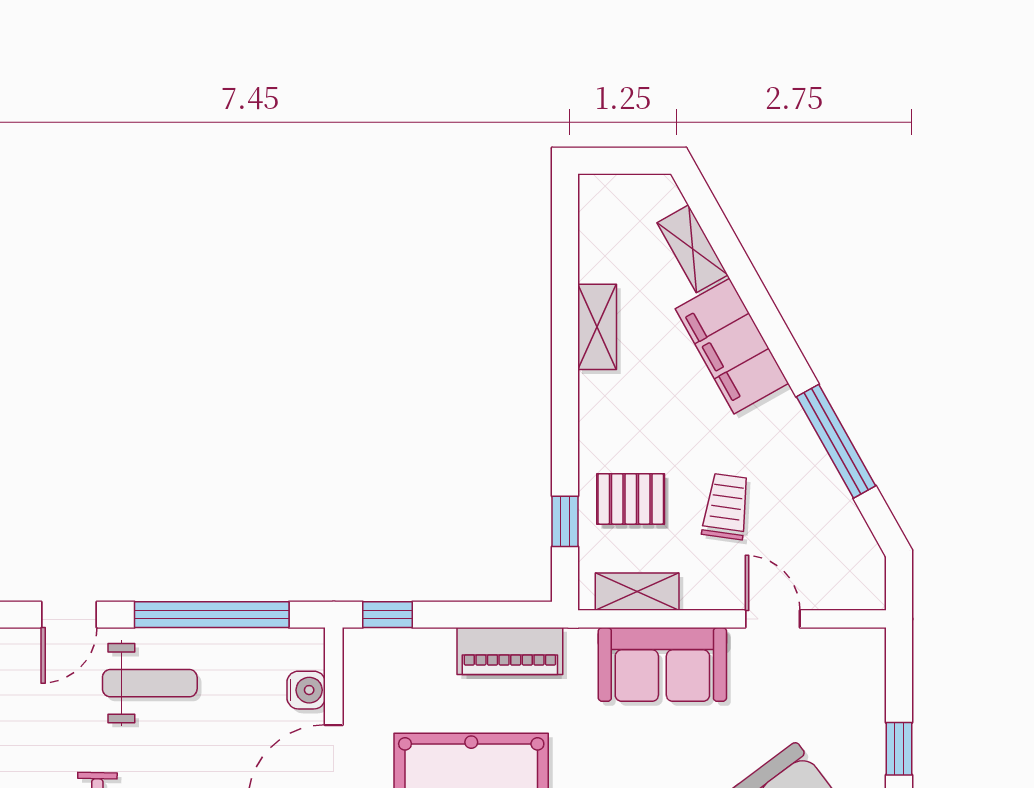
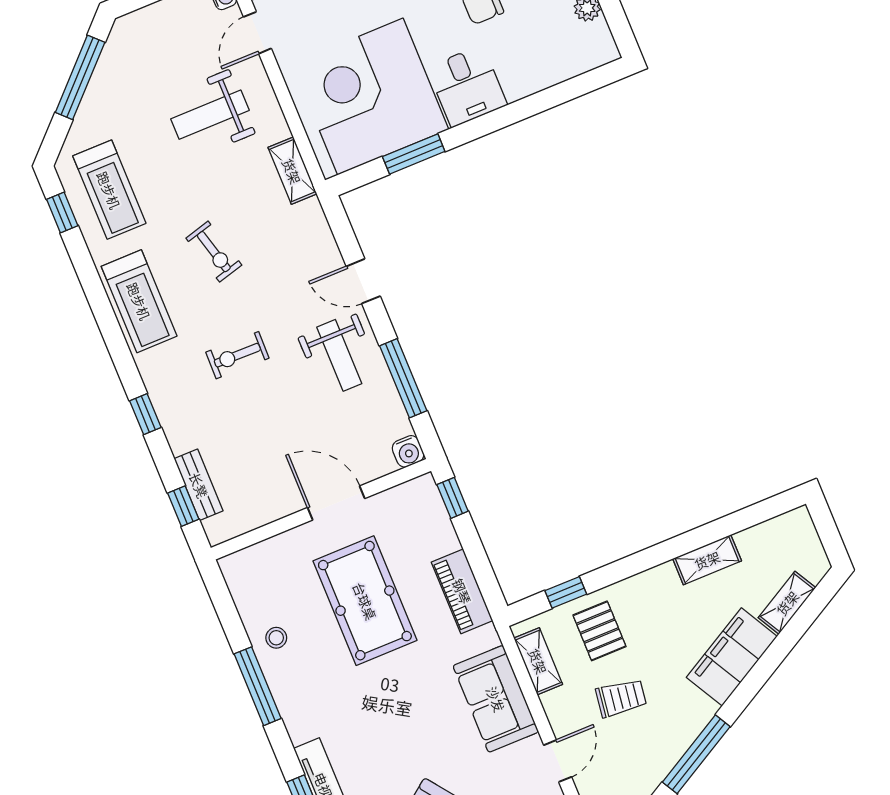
window: (212, 615) -> (403, 378), width x0.68
water cooler: (306, 690) -> (408, 451), moved

